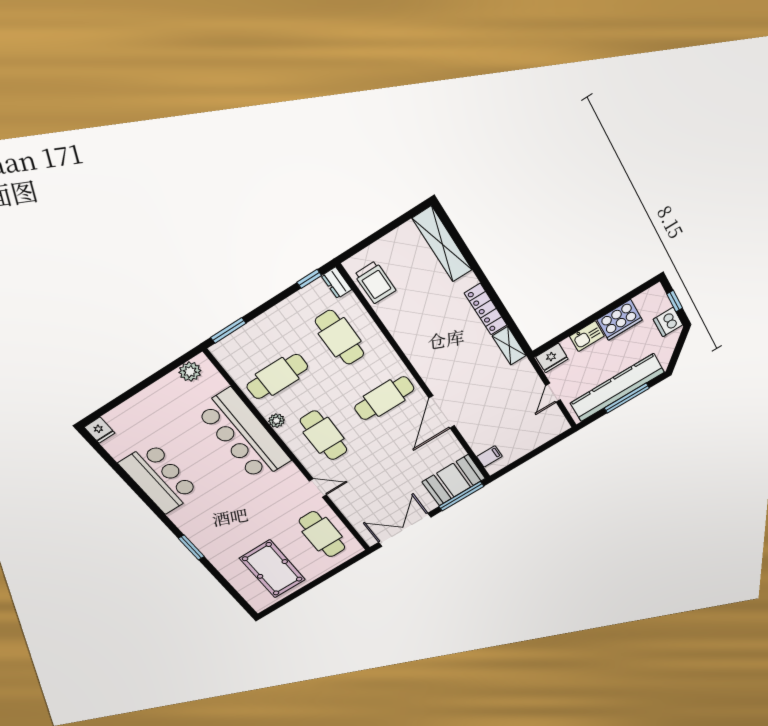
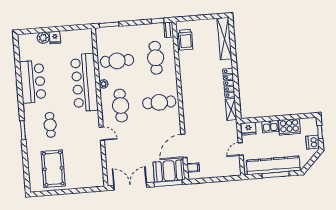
plant: (190, 372) -> (43, 38), moved
door: (442, 412) -> (184, 146), moved
fridge: (100, 430) -> (55, 37), moved
cafe table: (322, 534) -> (50, 125), moved, width x0.73, depth x0.74

